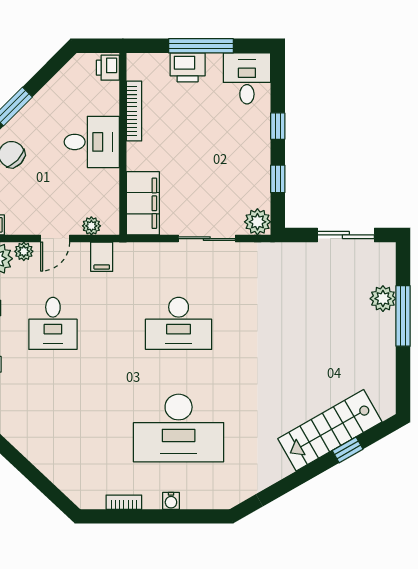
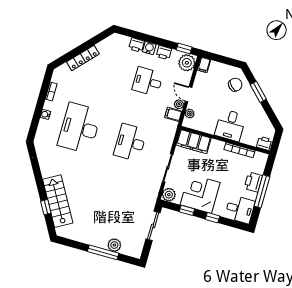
corner desk: (238, 163) -> (200, 194), added
sliding door: (346, 235) -> (153, 226), moved
plant: (24, 251) -> (179, 104), moved
locker: (43, 460) -> (83, 58), added

